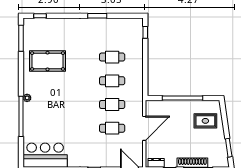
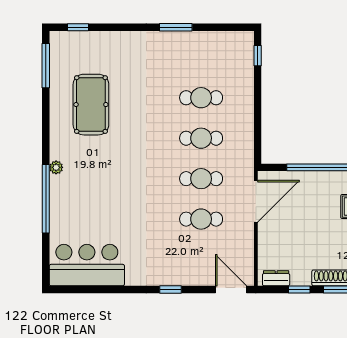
pool table: (48, 61) -> (91, 105), turned 90
door: (144, 128) -> (256, 201), moved

